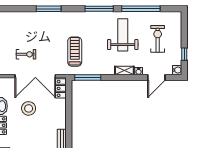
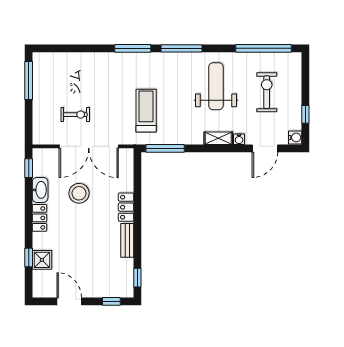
window: (49, 9) -> (133, 48), moved
window: (141, 9) -> (264, 48), moved
locker: (61, 88) -> (126, 207), moved

